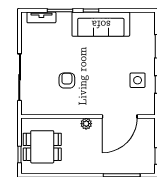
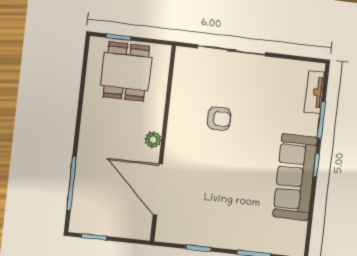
side table: (138, 80) -> (208, 221), removed

